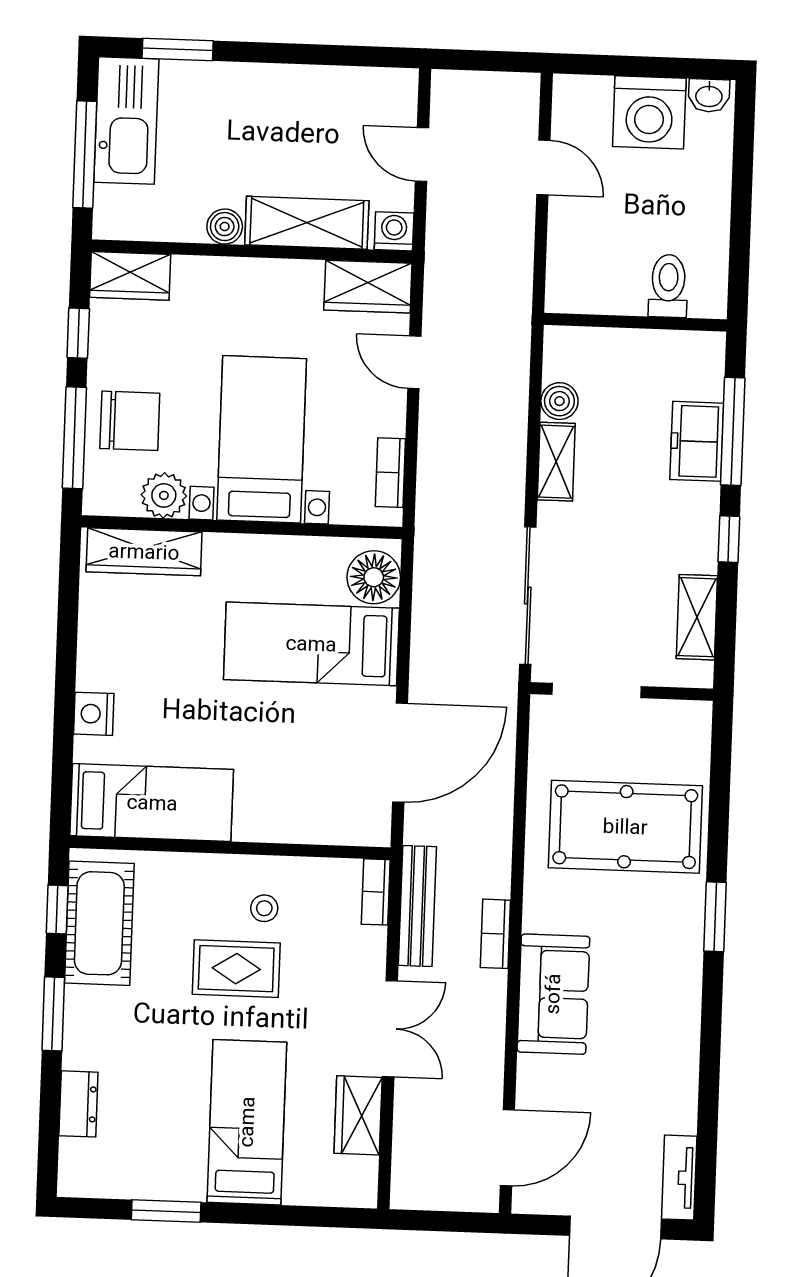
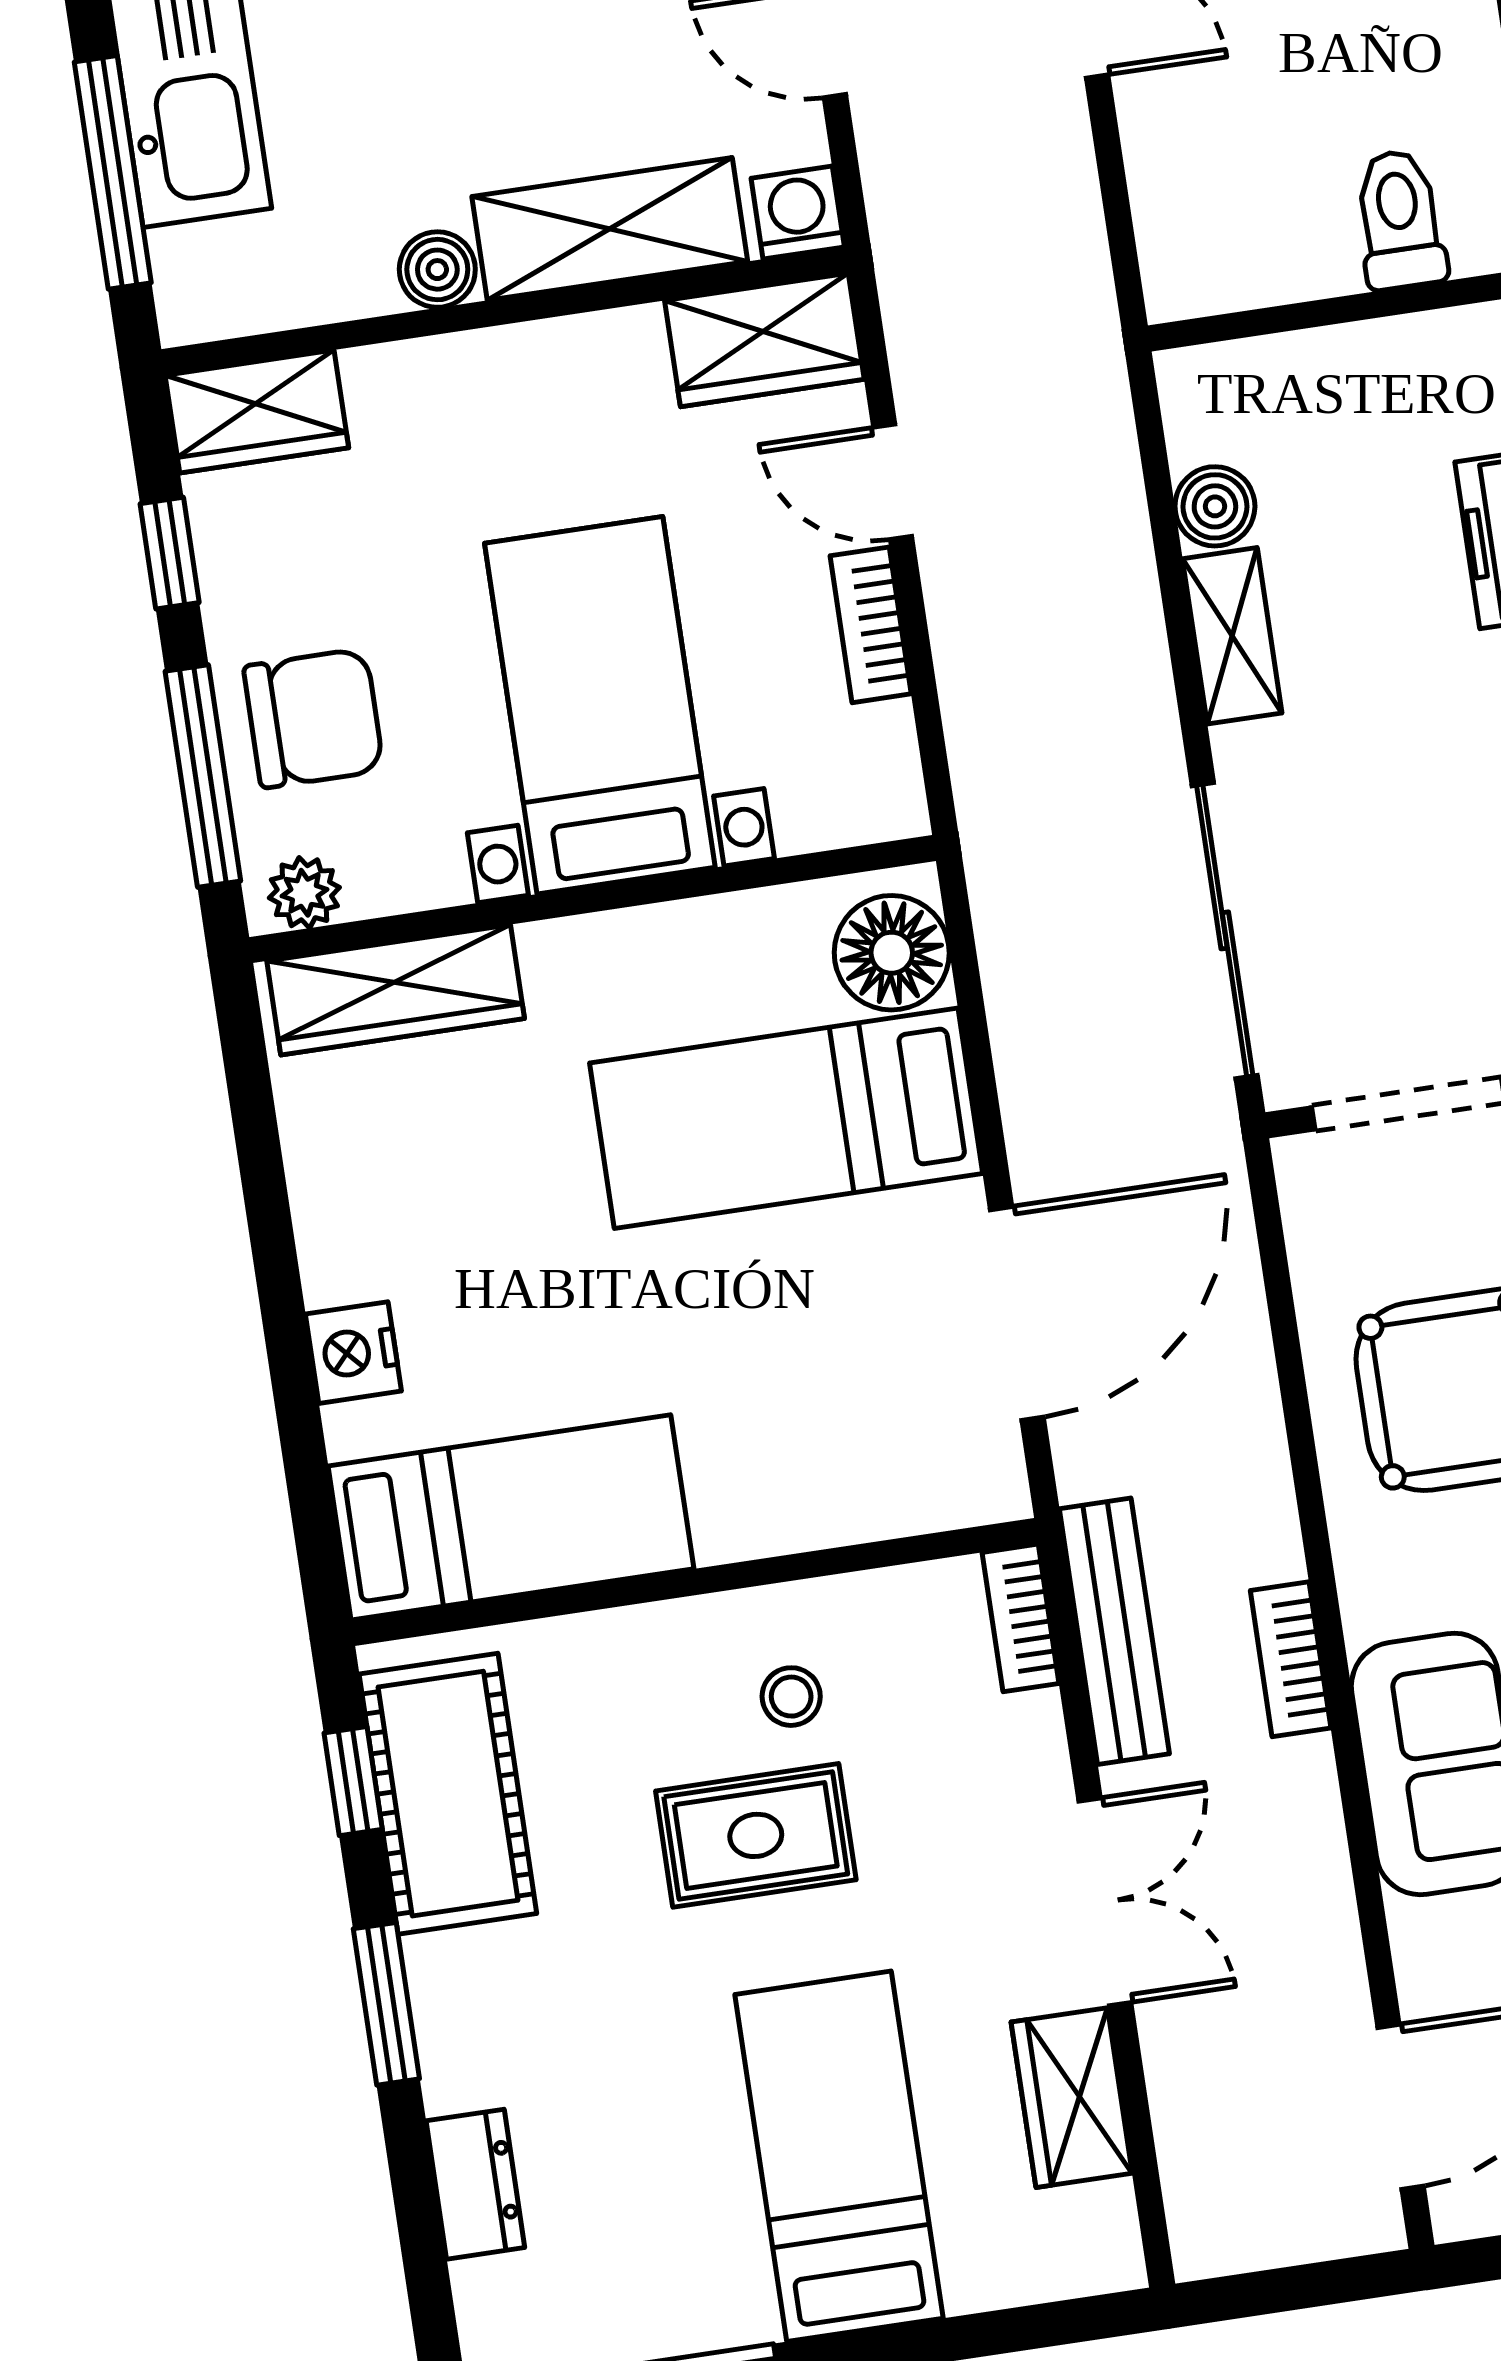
bookcase: (390, 473) -> (871, 625), moved
plant: (164, 495) -> (304, 893), moved, width x0.73, depth x0.73

